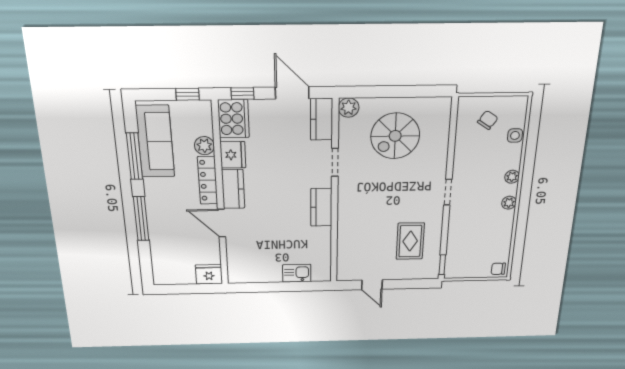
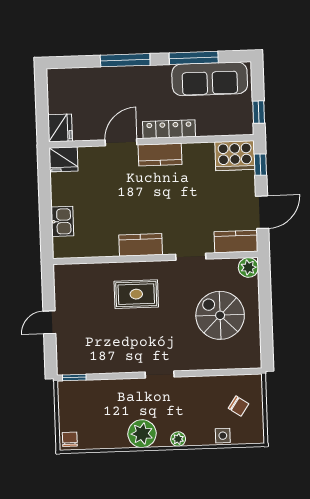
plant: (204, 146) -> (206, 127), removed
fridge: (233, 155) -> (63, 159), moved
plant: (509, 203) -> (142, 434), width x1.87, depth x1.87
rug: (410, 241) -> (136, 294), moved
door: (372, 285) -> (49, 322), moved

